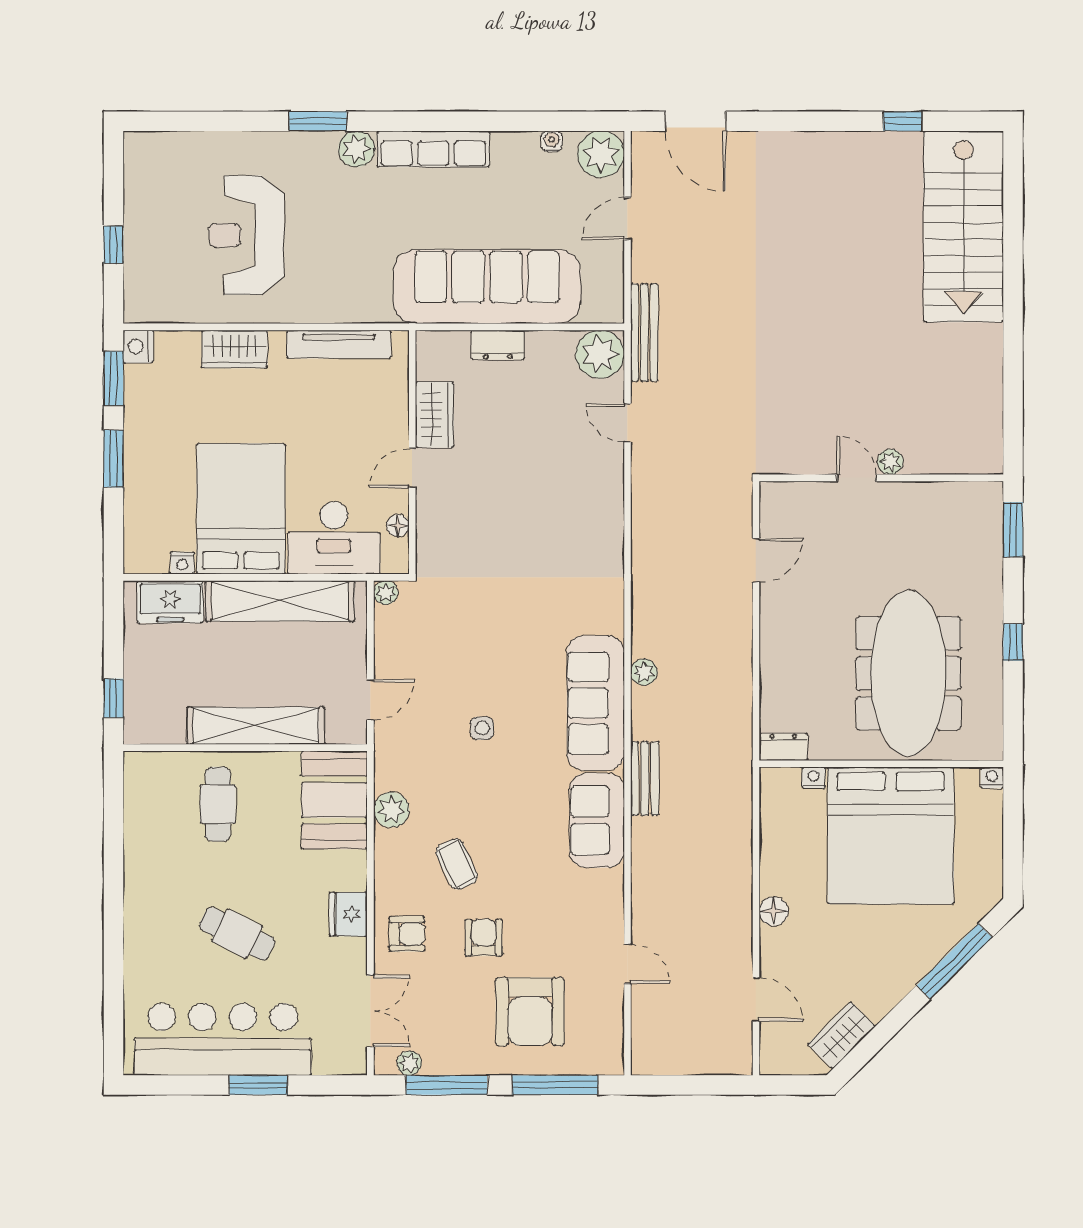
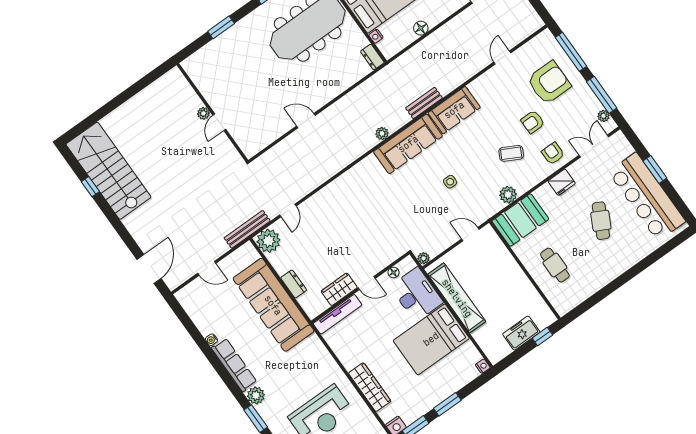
water cooler: (552, 141) -> (211, 340), moved
plant: (601, 154) -> (189, 297), removed
stairs: (964, 226) -> (109, 171), moved, turned -90
tv unit: (339, 344) -> (338, 314), moved, turned 90
wardrobe: (235, 349) -> (370, 387), width x1.50
plant: (890, 462) -> (203, 113), moved
door: (856, 478) -> (219, 122), moved
wall: (881, 478) -> (212, 112), moved
nightstand: (182, 563) -> (483, 366), moved
freezer: (170, 602) -> (521, 333), moved, turned -90
shelving: (256, 726) -> (513, 272), removed
cafe table: (218, 804) -> (555, 265), turned 90
coffee table: (457, 864) -> (511, 153), turned 53
floor lamp: (774, 911) -> (421, 28), moved

